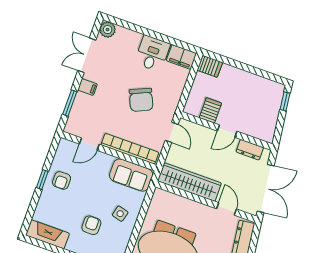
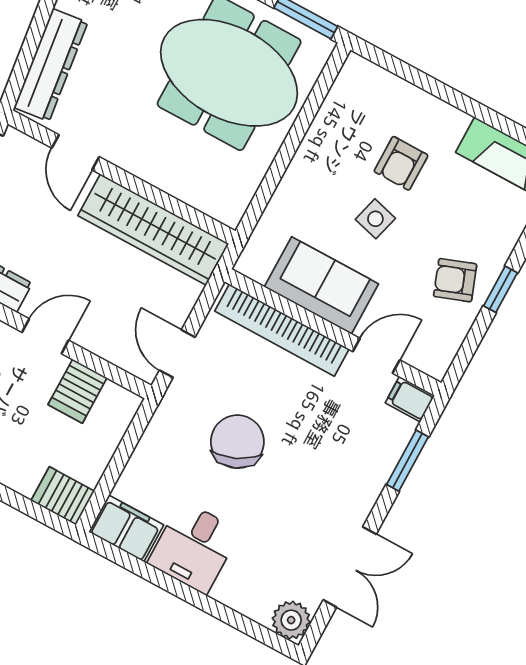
filing cabinet: (87, 87) -> (410, 399), moved
sofa: (131, 175) -> (321, 285), moved
armchair: (62, 180) -> (455, 280), turned -110
side table: (120, 214) -> (375, 219), moved

